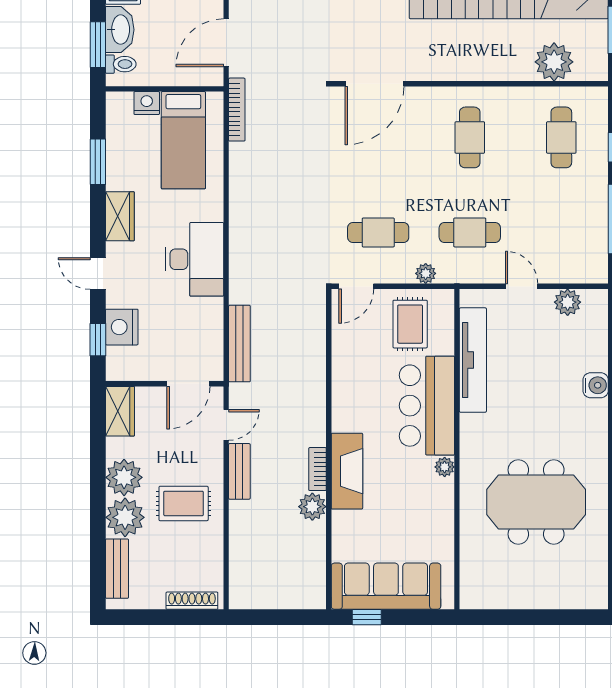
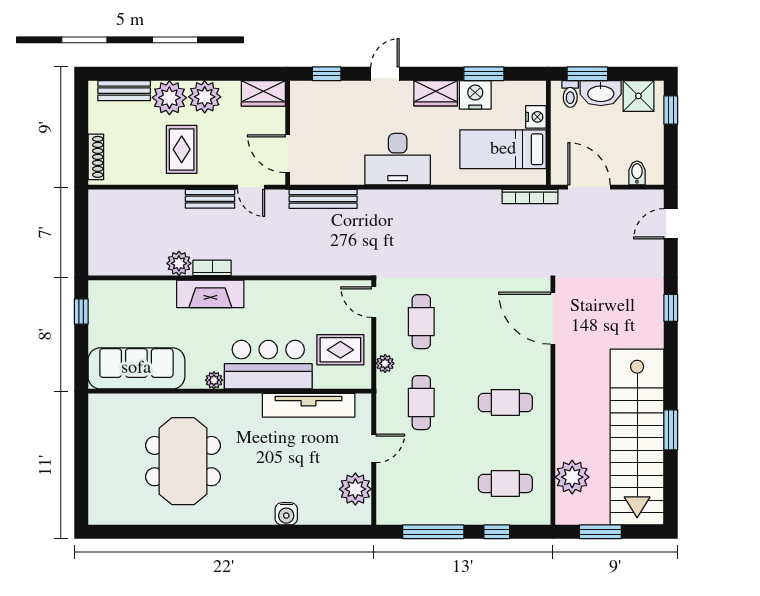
plant: (568, 302) -> (355, 489), width x1.36, depth x1.36
nightstand: (122, 327) -> (475, 95), moved
sofa: (386, 586) -> (136, 368), moved, turned -90

